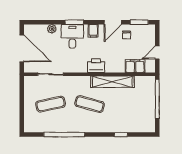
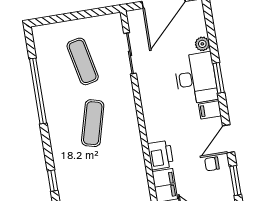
door: (113, 22) -> (229, 139), hinge flipped
desk: (72, 36) -> (196, 78), width x1.37
printer: (96, 66) -> (161, 155), moved
shelving: (112, 82) -> (134, 153), removed

